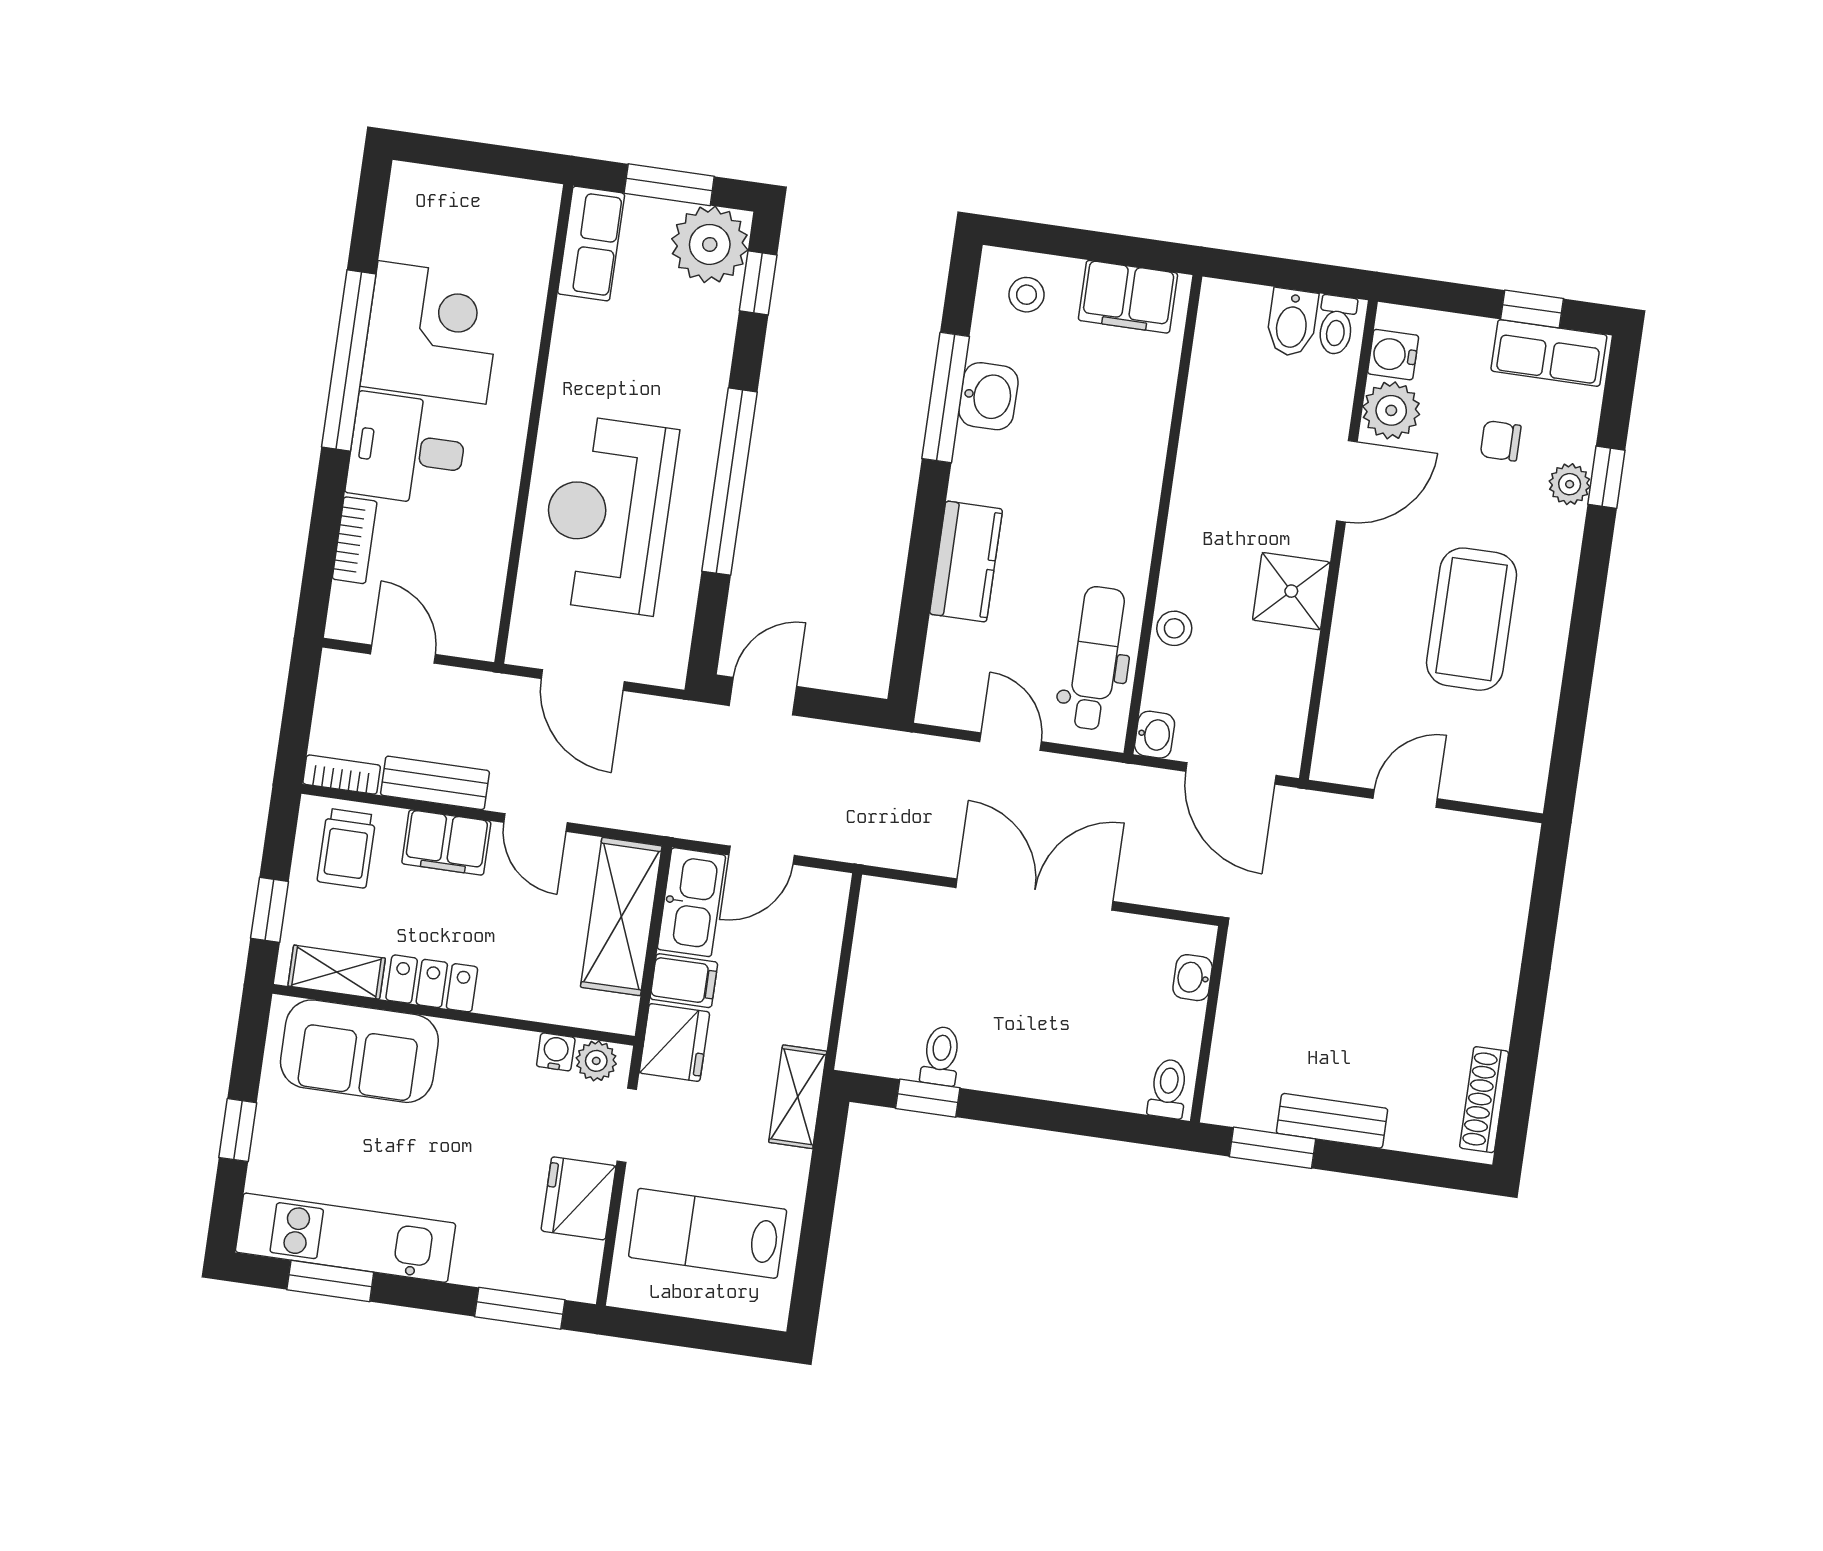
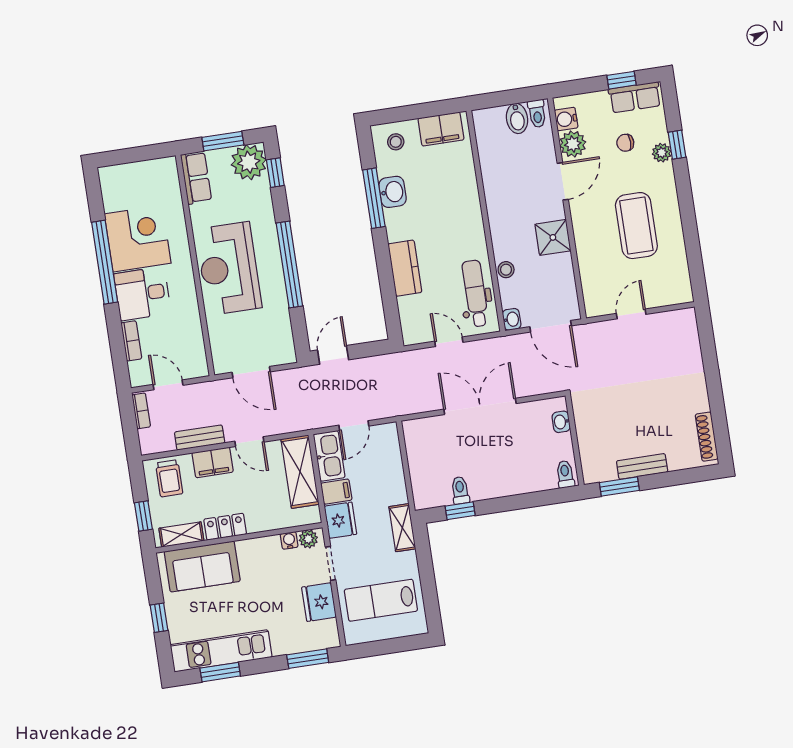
reception desk: (608, 515) -> (229, 269), moved
bookcase: (342, 775) -> (141, 411), moved, turned 90

